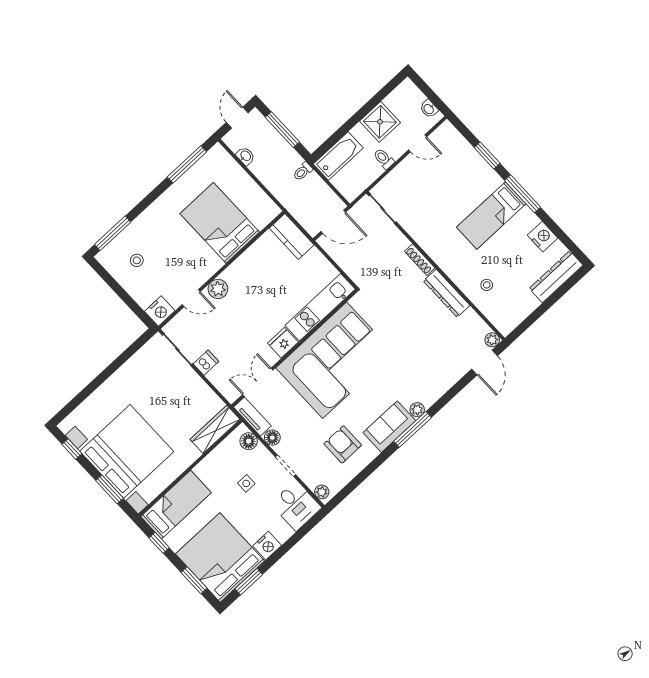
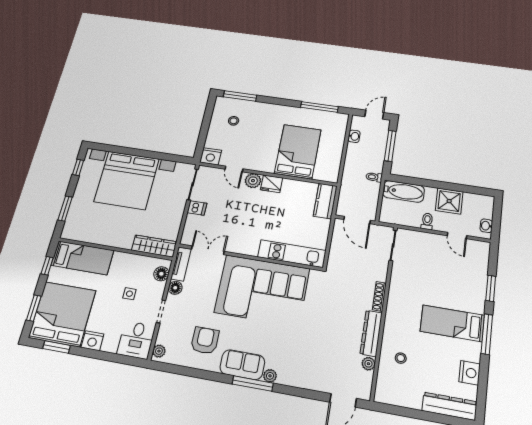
plant: (492, 340) -> (368, 364), moved
fridge: (283, 343) -> (272, 184), moved, turned 180
bed with nightstands: (127, 451) -> (127, 180), moved, turned 90

